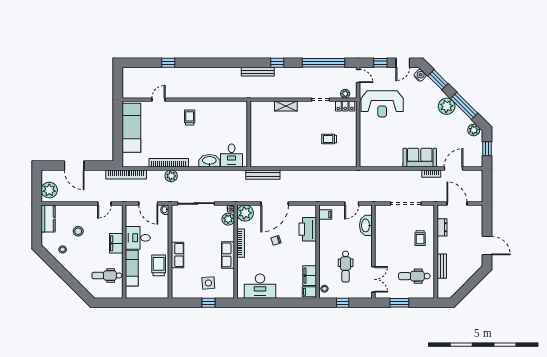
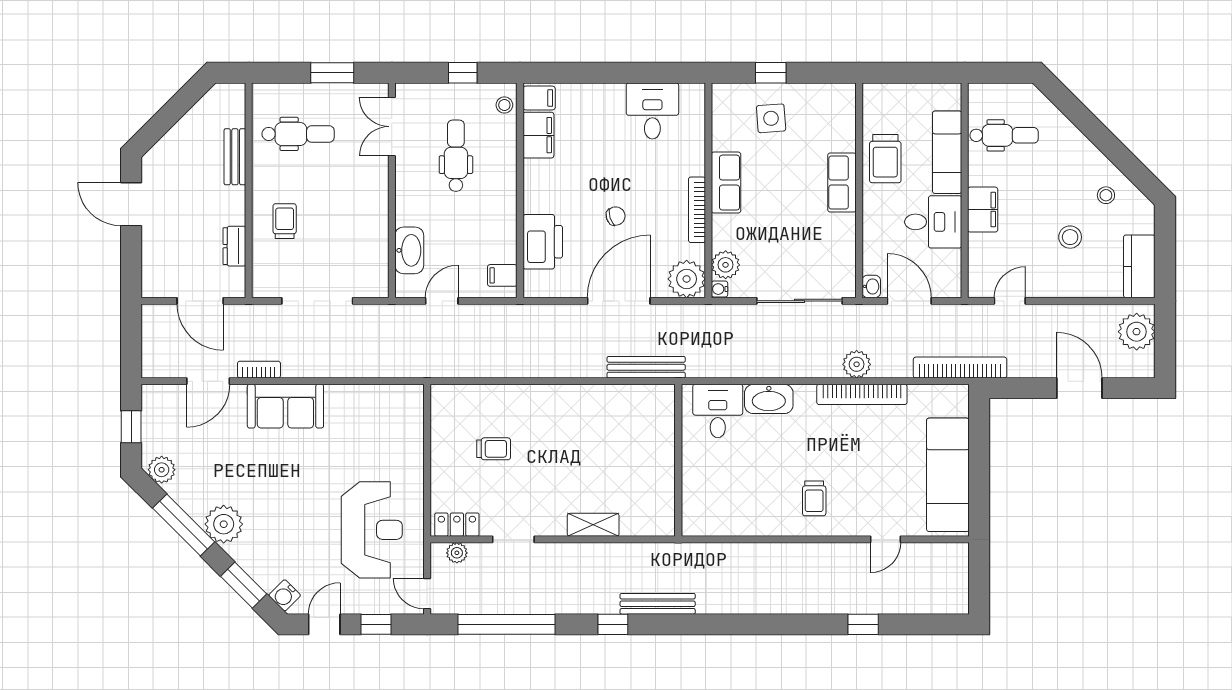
reception desk: (382, 104) -> (372, 530), turned 90
desk: (260, 286) -> (652, 111), width x0.73

